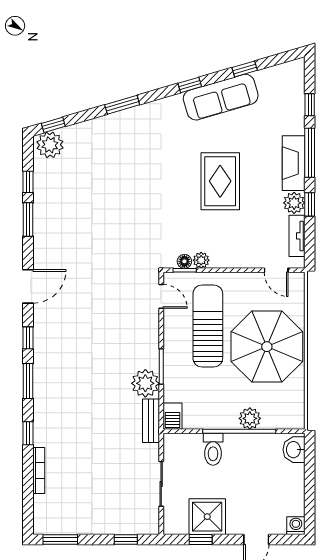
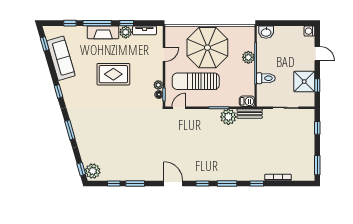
window: (245, 69) -> (45, 44), moved
sofa: (221, 97) -> (61, 58), moved
door: (276, 270) -> (164, 54), moved

